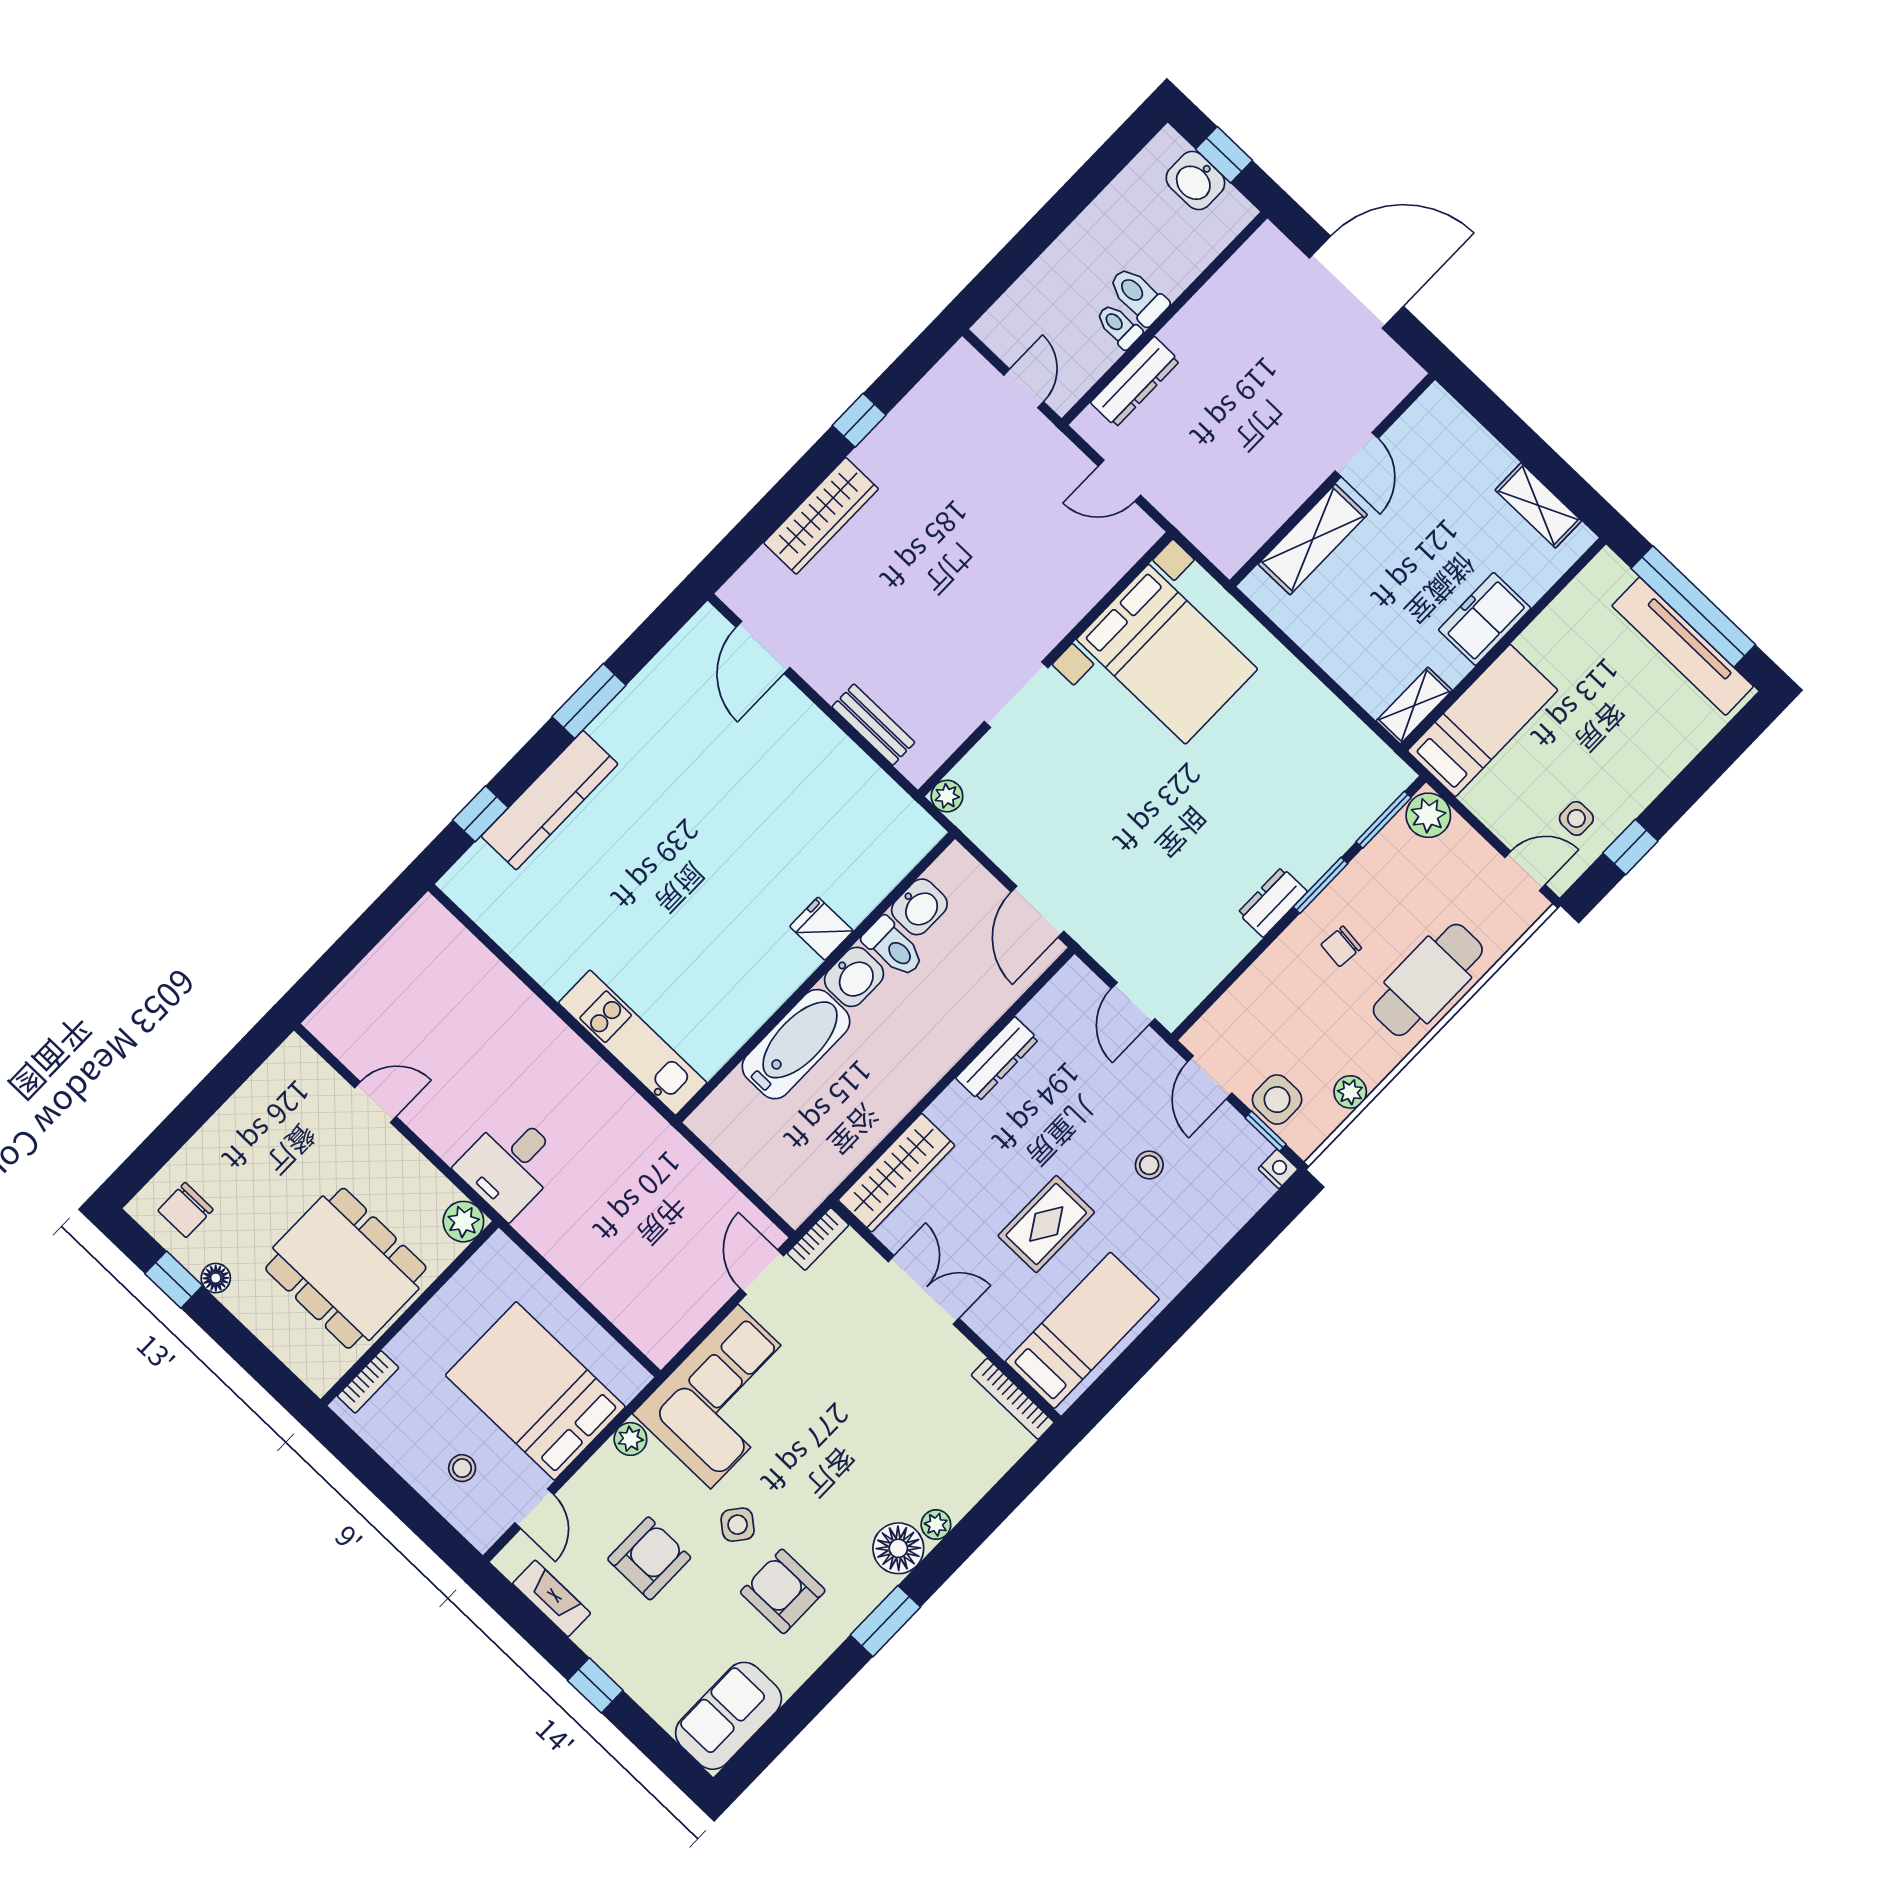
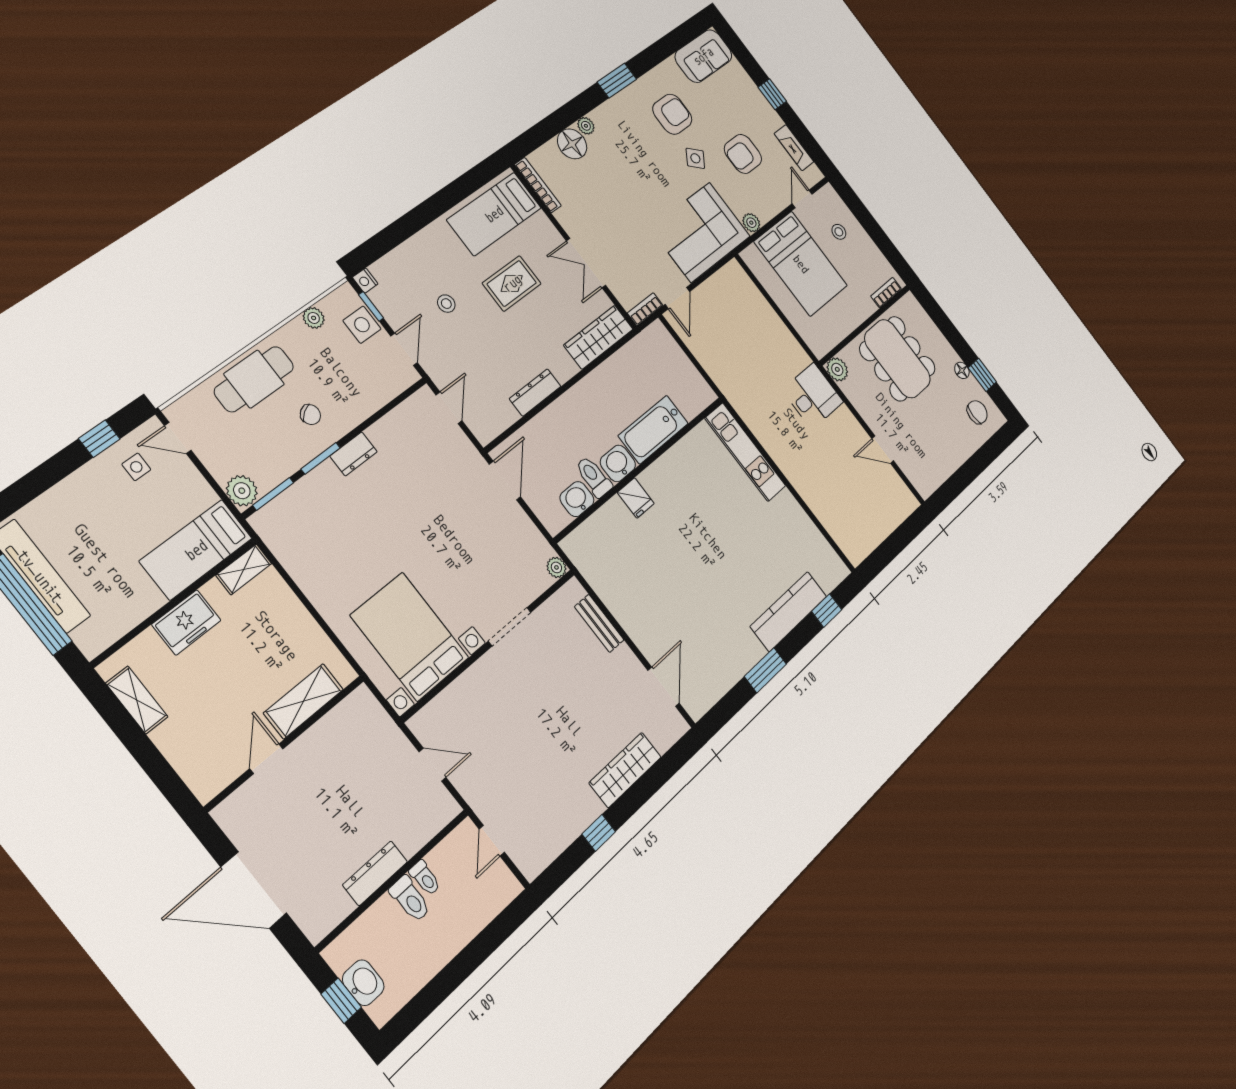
dresser: (1135, 382) -> (375, 873), moved
chair: (1341, 946) -> (310, 415), turned 52
floor lamp: (898, 1548) -> (572, 144), moved
armchair: (783, 1591) -> (672, 114), turned -90

